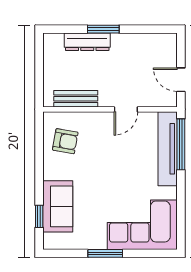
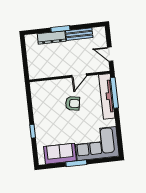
bench: (76, 99) -> (79, 34), moved
armchair: (65, 141) -> (73, 103), moved
sofa: (58, 206) -> (60, 154), moved, turned -90
window: (39, 216) -> (33, 131), moved

